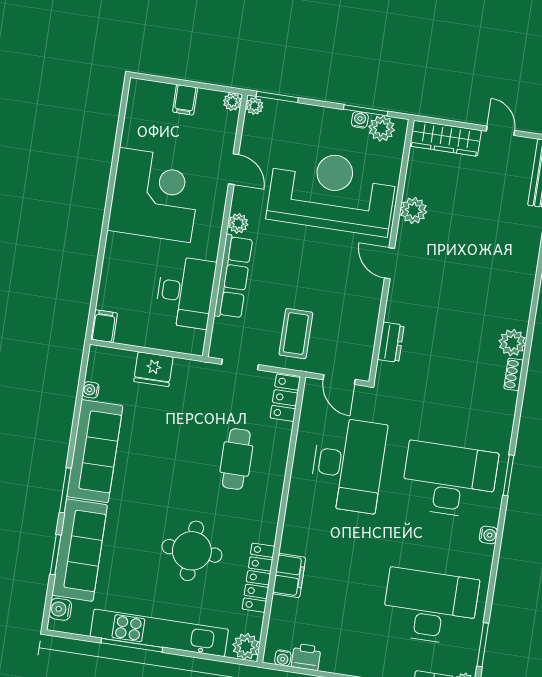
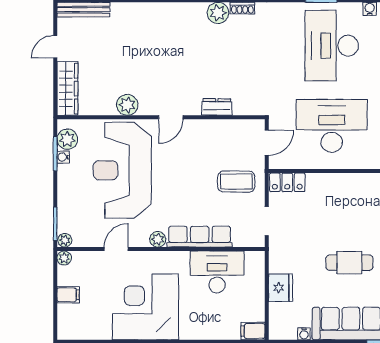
dresser: (391, 342) -> (217, 107), moved
cafe table: (236, 459) -> (349, 263), moved

